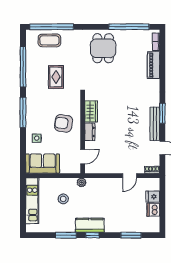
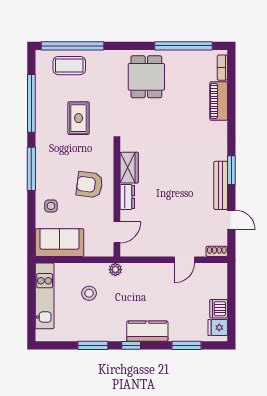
fridge: (153, 197) -> (218, 328), moved
kitchen counter: (90, 225) -> (147, 331), moved

